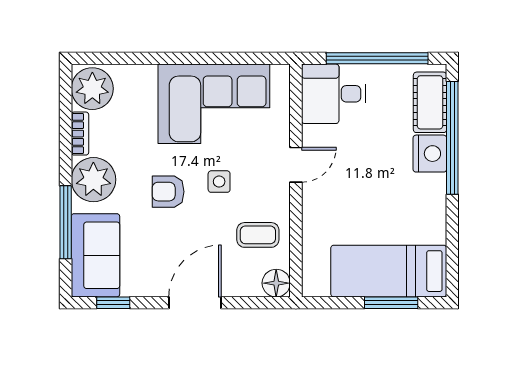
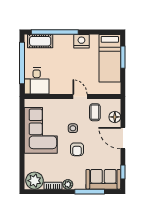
nightstand: (430, 154) -> (81, 41), moved
door: (296, 165) -> (80, 97), moved
plant: (93, 180) -> (68, 184), width x0.53, depth x0.53
floor lamp: (276, 283) -> (115, 117), moved

